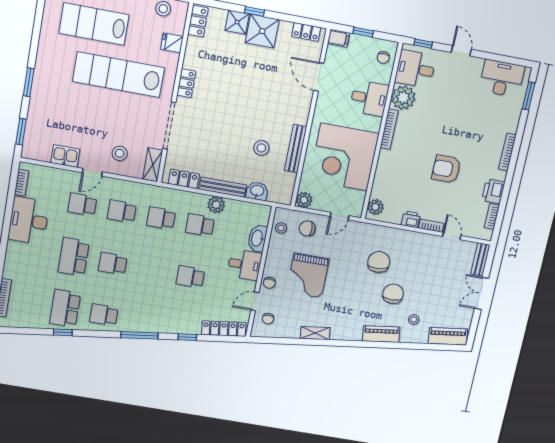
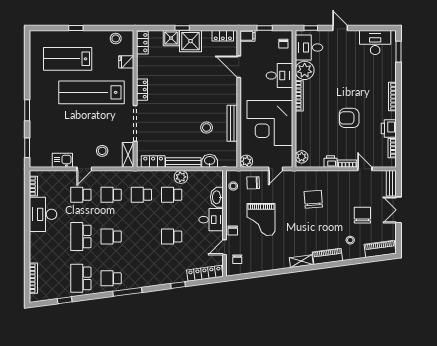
chair: (393, 294) -> (362, 215), moved
window: (63, 332) -> (65, 300), moved
shelving: (315, 333) -> (301, 261), moved
window: (139, 335) -> (127, 292), moved

